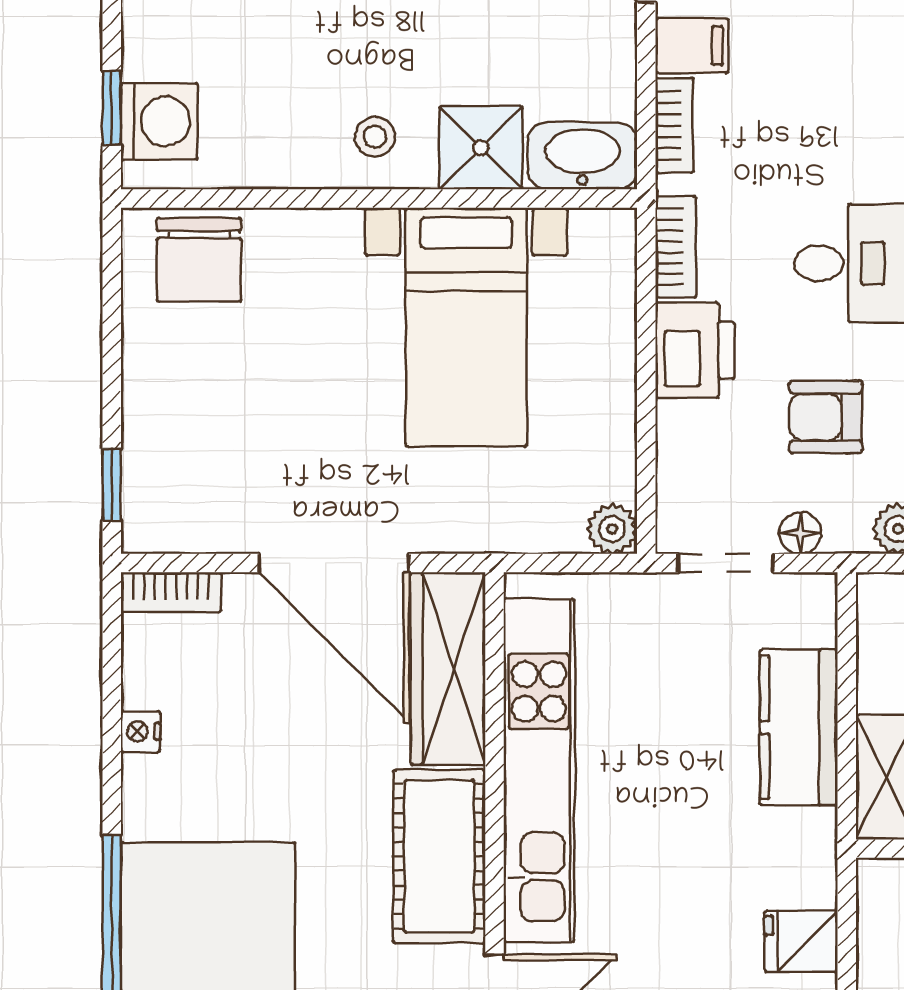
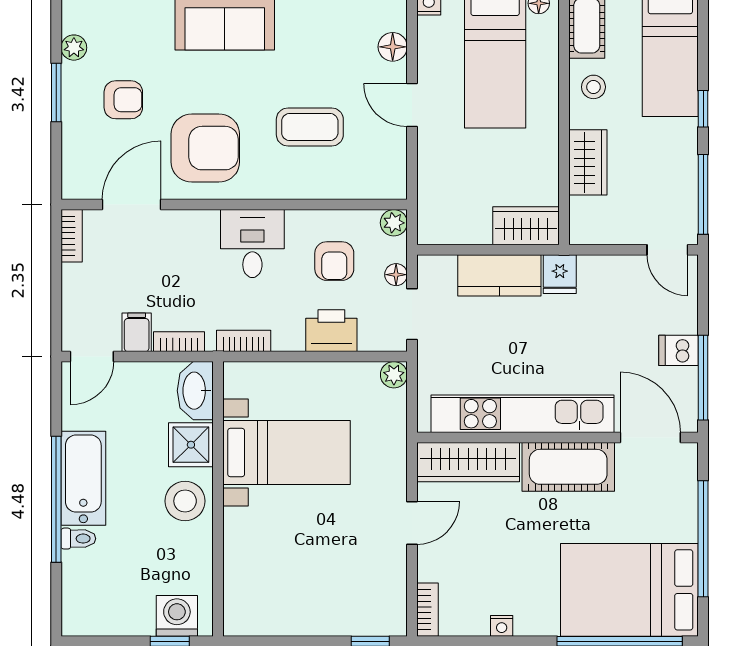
stool: (375, 137) -> (185, 501), width x1.89, depth x1.89
chair: (199, 260) -> (251, 595), removed
printer: (695, 350) -> (331, 331), moved
door: (334, 563) -> (412, 523), width x0.53
fridge: (801, 941) -> (560, 274), moved

